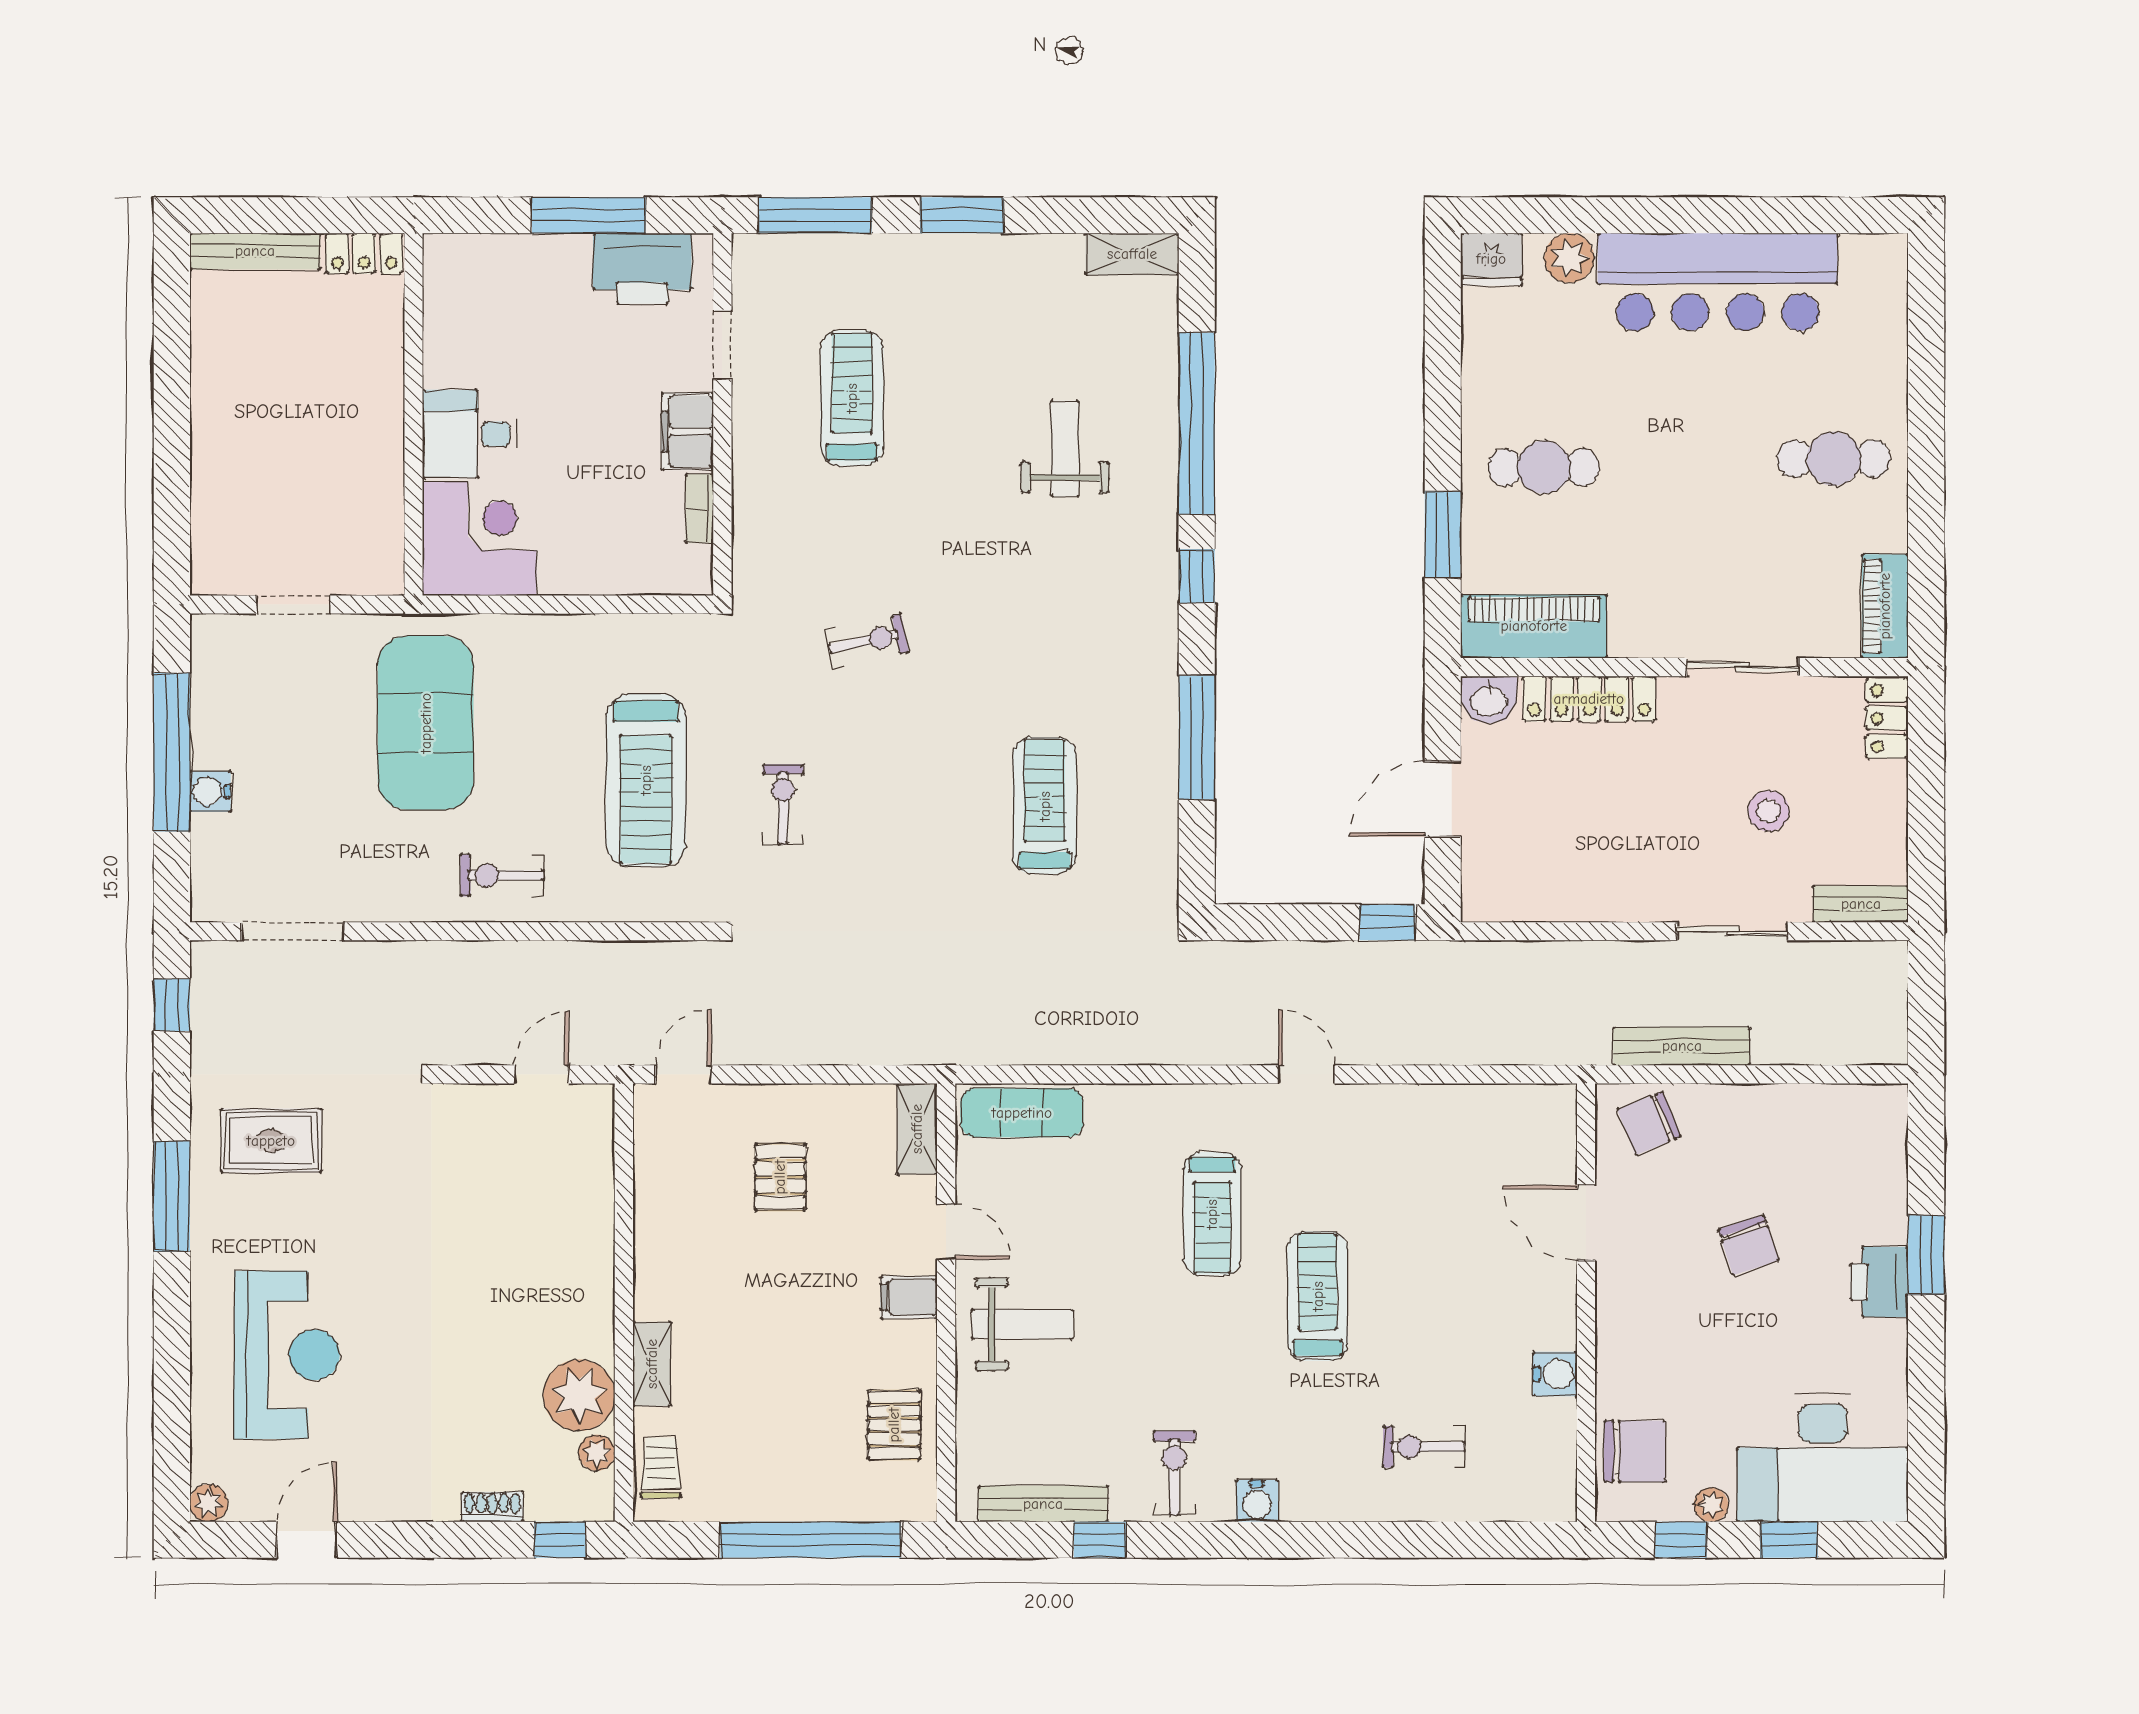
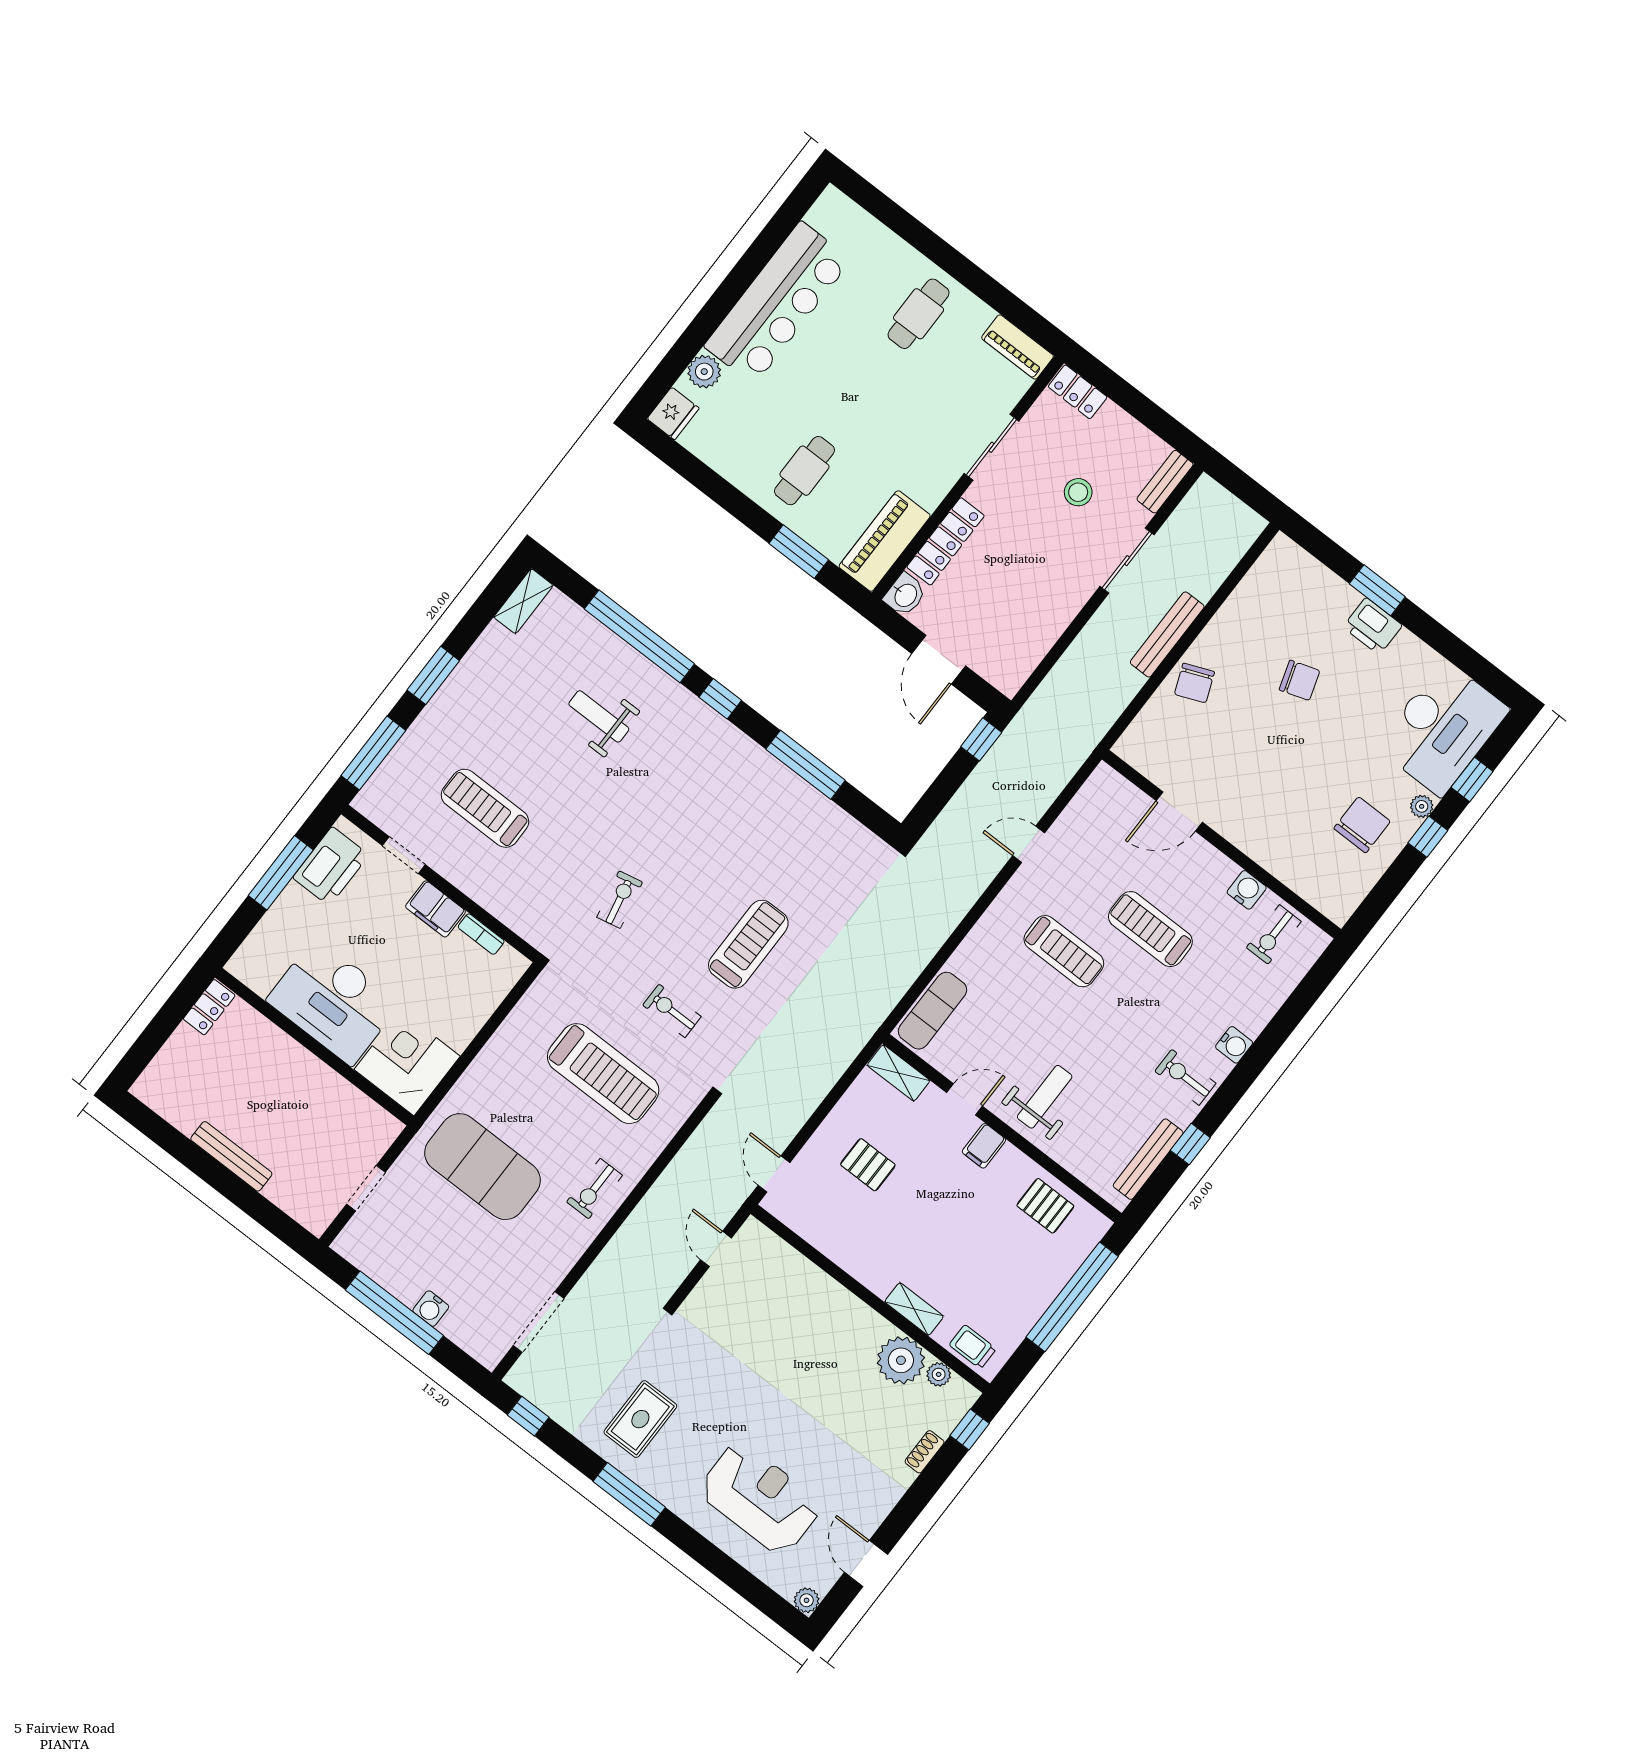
bench: (255, 251) -> (231, 1156), moved, turned 90
desk: (470, 434) -> (333, 1002), width x1.87, depth x1.30
treadmill: (1045, 806) -> (748, 944), moved, turned 90
door: (1586, 1222) -> (1179, 811), moved
wall: (1586, 1303) -> (1222, 844), moved
water cooler: (1555, 1374) -> (1247, 890), moved

